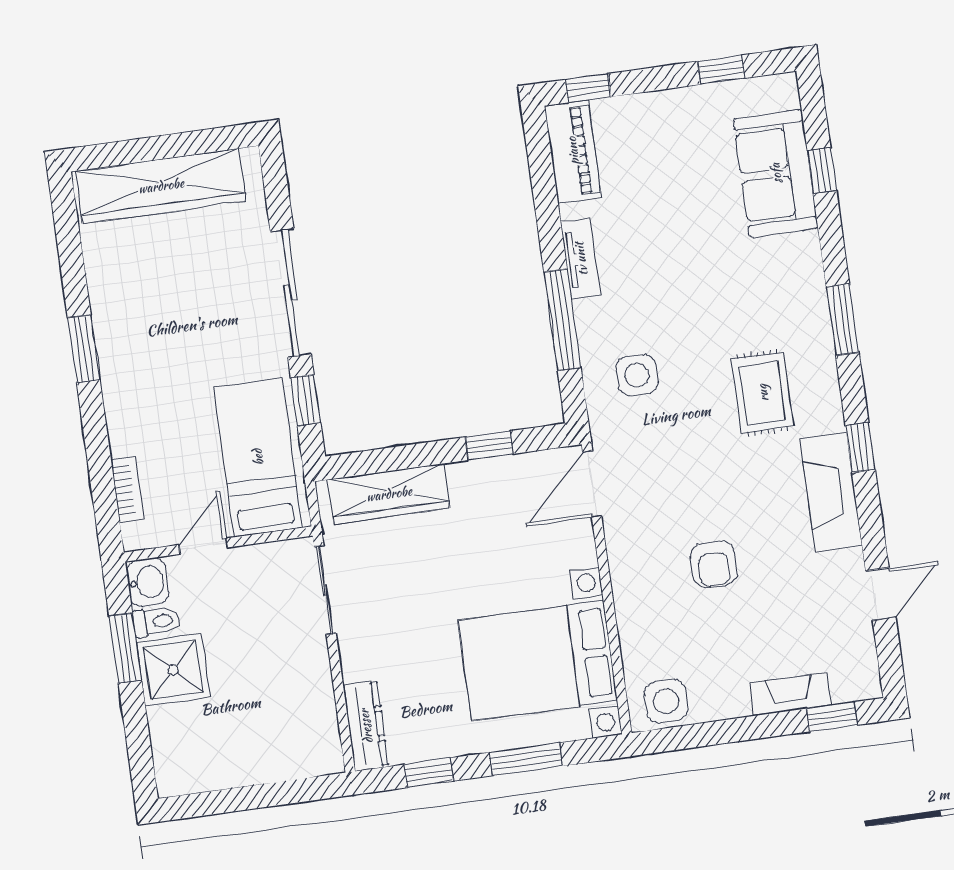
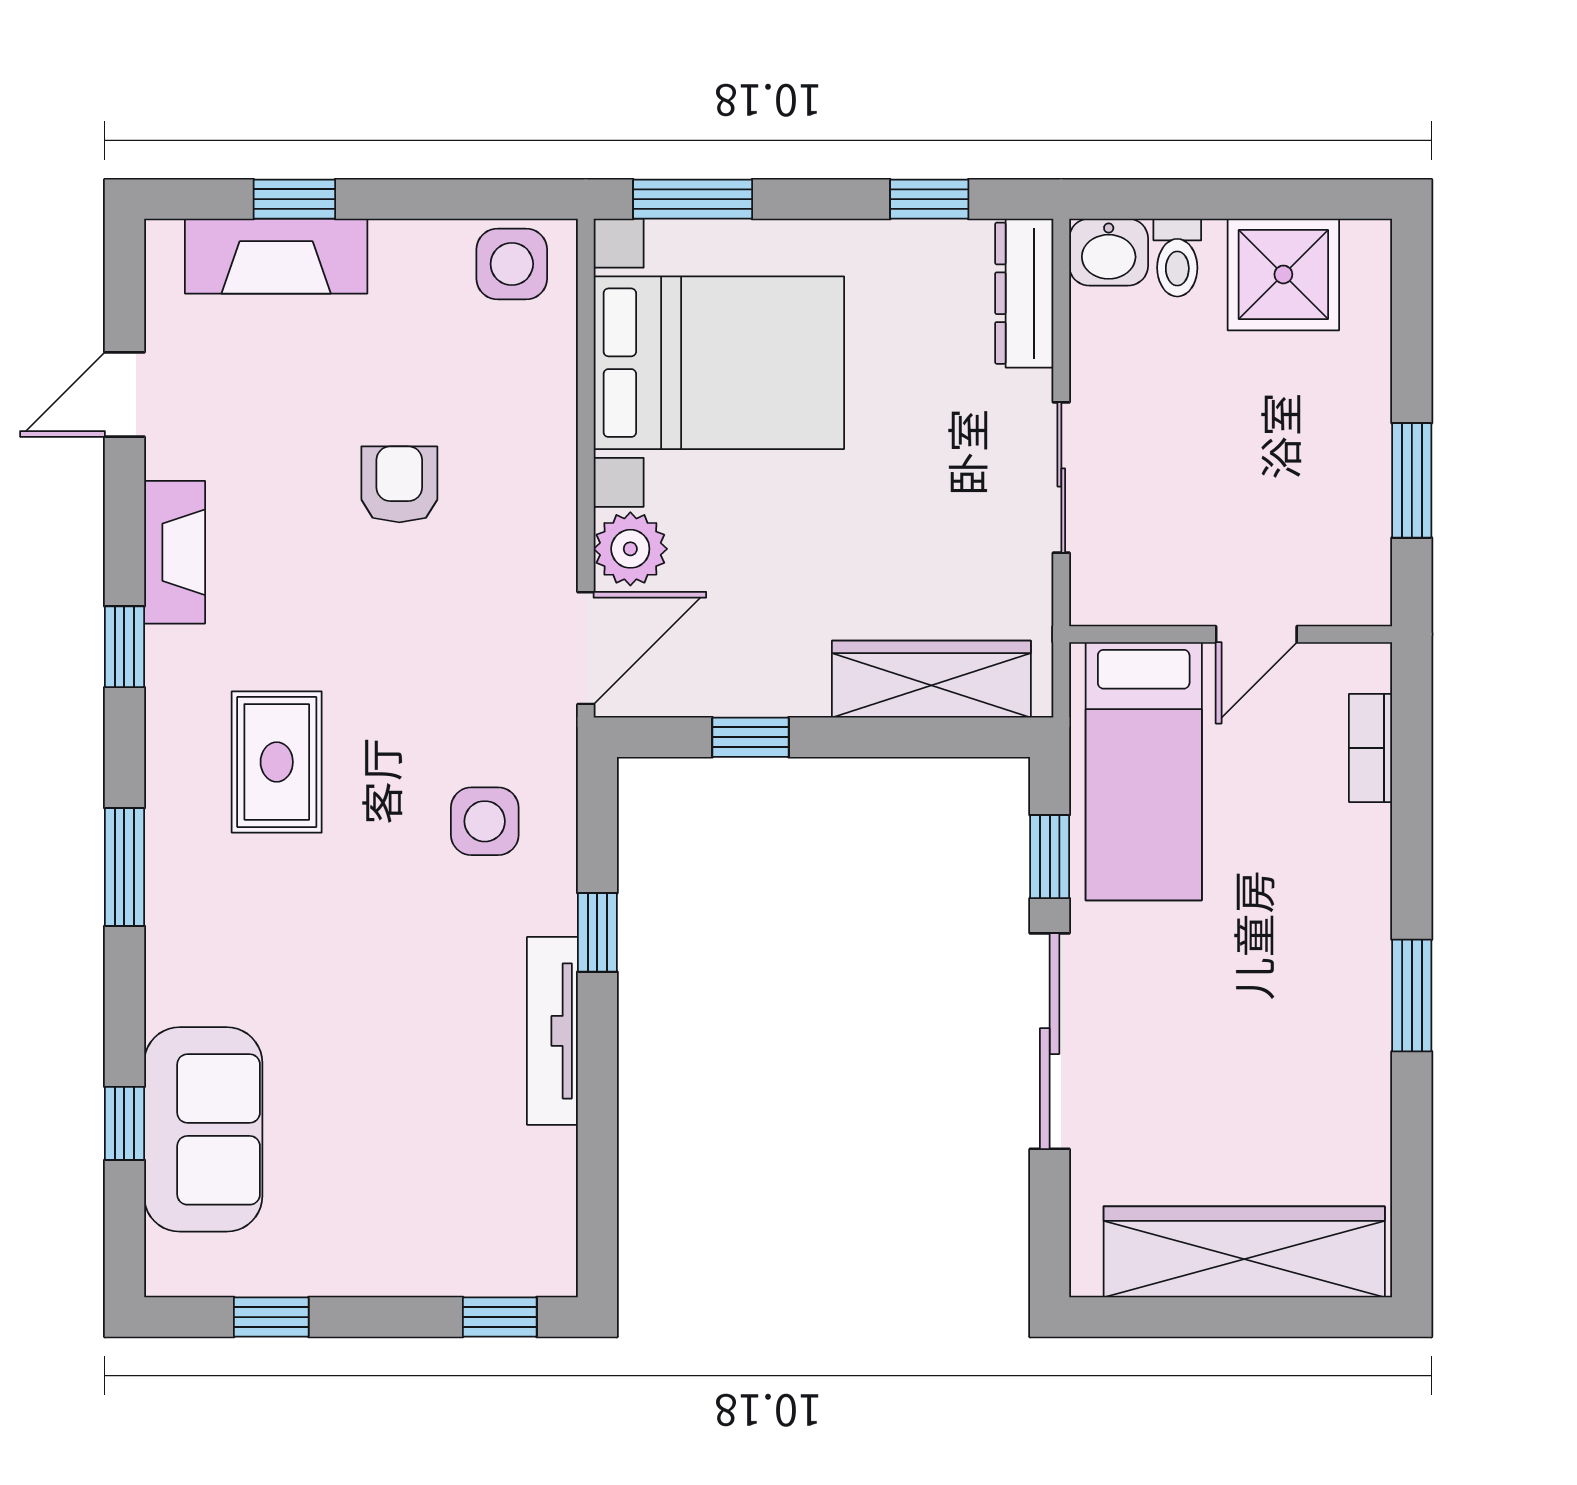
piano: (573, 151) -> (540, 1214), removed
tv unit: (581, 259) -> (552, 1031), width x1.41
window: (562, 320) -> (597, 932), width x0.46
fireplace: (831, 492) -> (175, 552), width x0.73, depth x0.76
plant: (574, 545) -> (630, 549), added
washbasin: (148, 582) -> (1109, 252), moved, turned -90
sliding door: (325, 590) -> (1061, 477), moved
toilet: (156, 622) -> (1177, 258), moved, turned -90
shower: (173, 670) -> (1283, 274), moved
fireplace: (790, 694) -> (276, 256), width x1.37, depth x1.32
window: (832, 717) -> (294, 199), moved
window: (526, 759) -> (693, 199), moved

